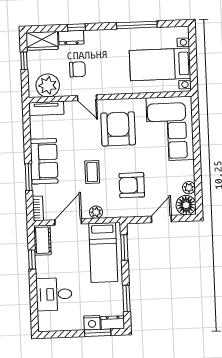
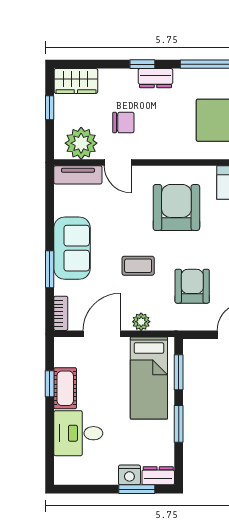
window: (76, 27) -> (142, 64), moved
dresser: (71, 38) -> (155, 78), moved
door: (87, 98) -> (118, 162), moved
coffee table: (92, 172) -> (138, 266), turned 90
armchair: (132, 185) -> (192, 286), turned 90
cot: (42, 240) -> (65, 388), moved
window: (126, 298) -> (179, 424), moved

